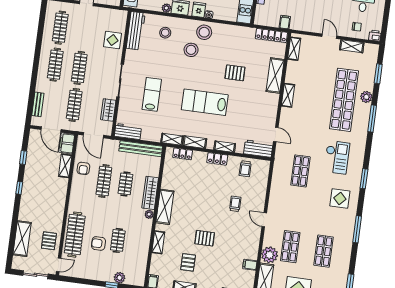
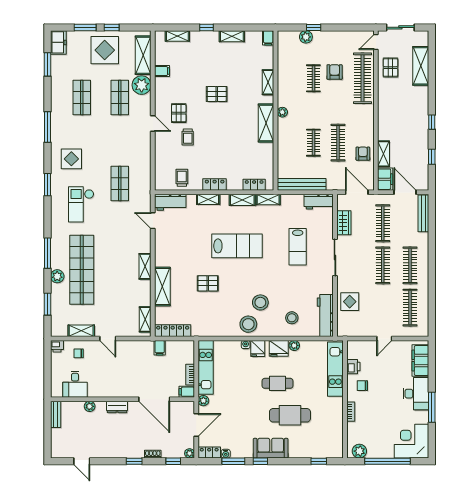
bench: (38, 104) -> (423, 213), width x1.36
wardrobe: (150, 193) -> (284, 136), removed
armchair: (98, 243) -> (335, 72), turned -90
pallet: (188, 262) -> (179, 113), moved

